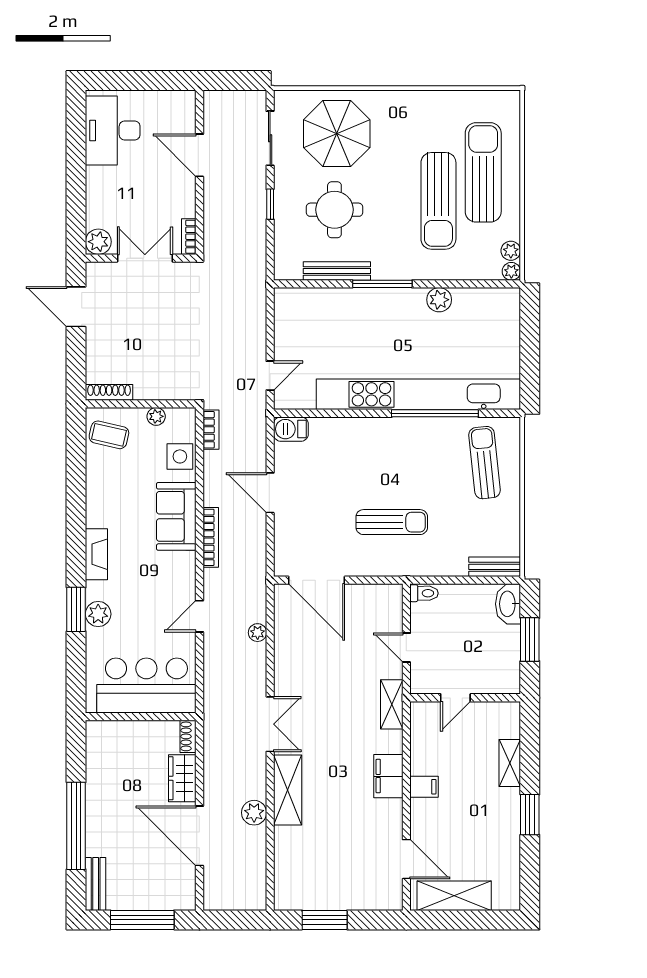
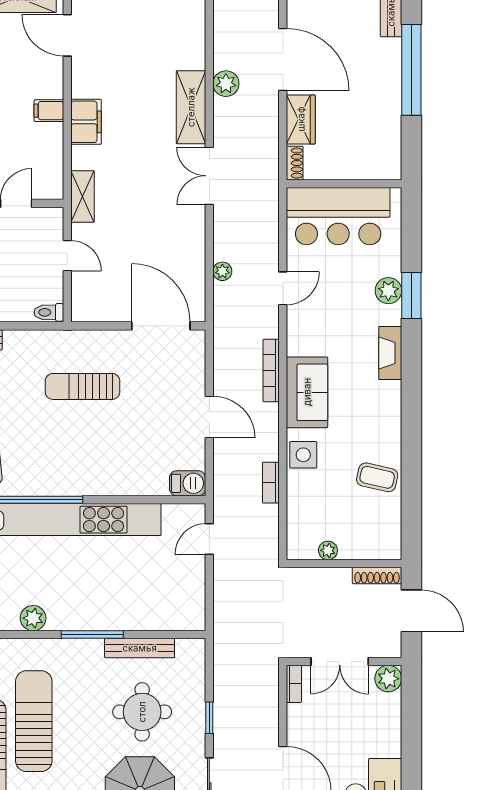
shoe rack: (109, 392) -> (377, 576), moved
wall: (141, 404) -> (344, 564), moved
plant: (156, 416) -> (328, 550), moved

